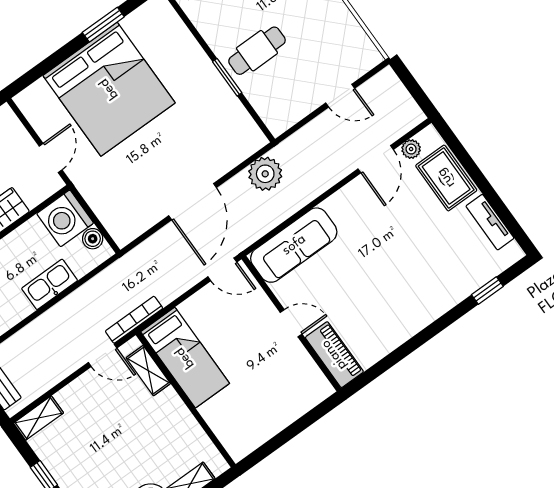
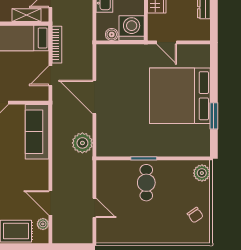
door: (340, 96) -> (94, 208), swing flipped
door: (222, 269) -> (50, 76), moved
bookcase: (134, 320) -> (57, 45), moved

